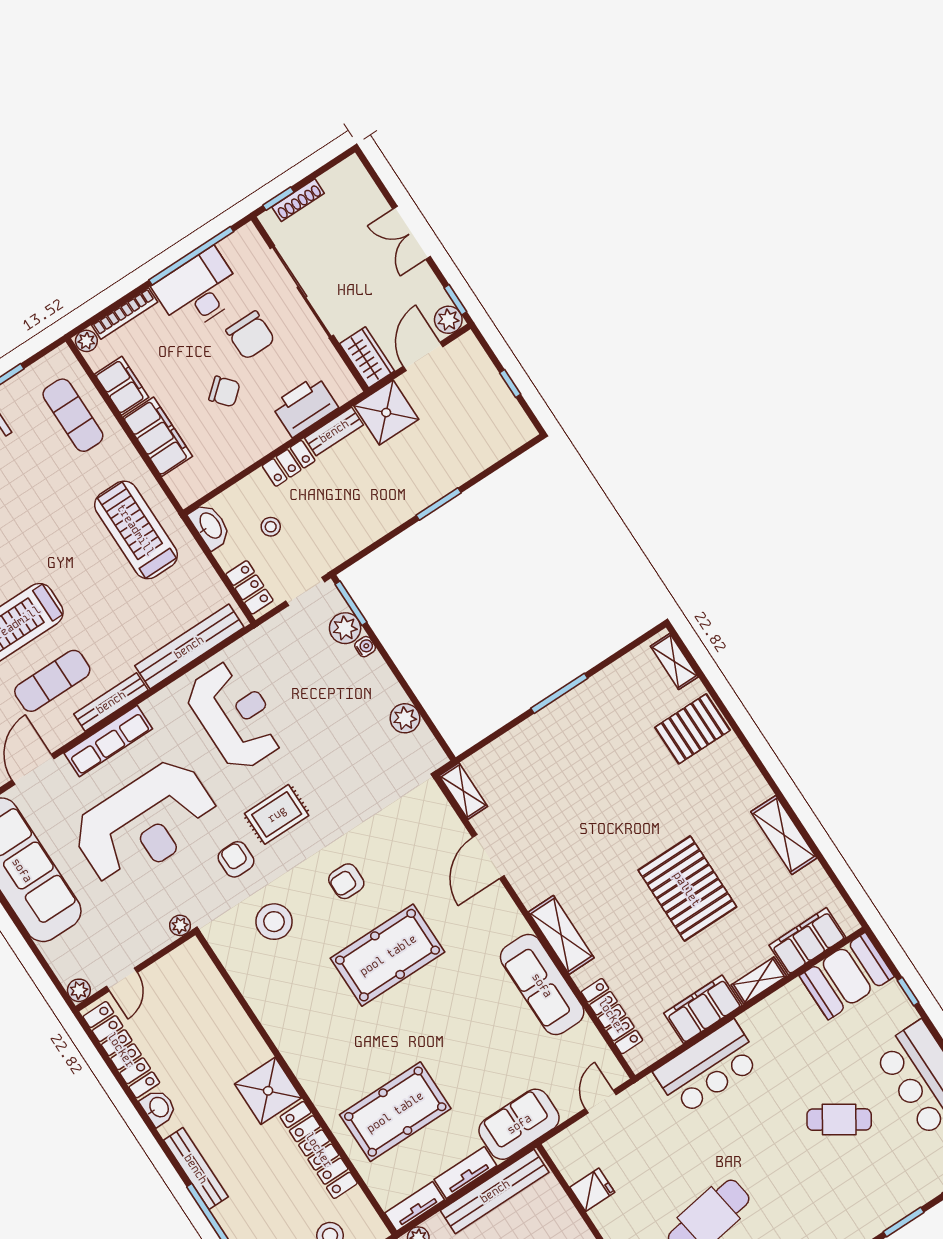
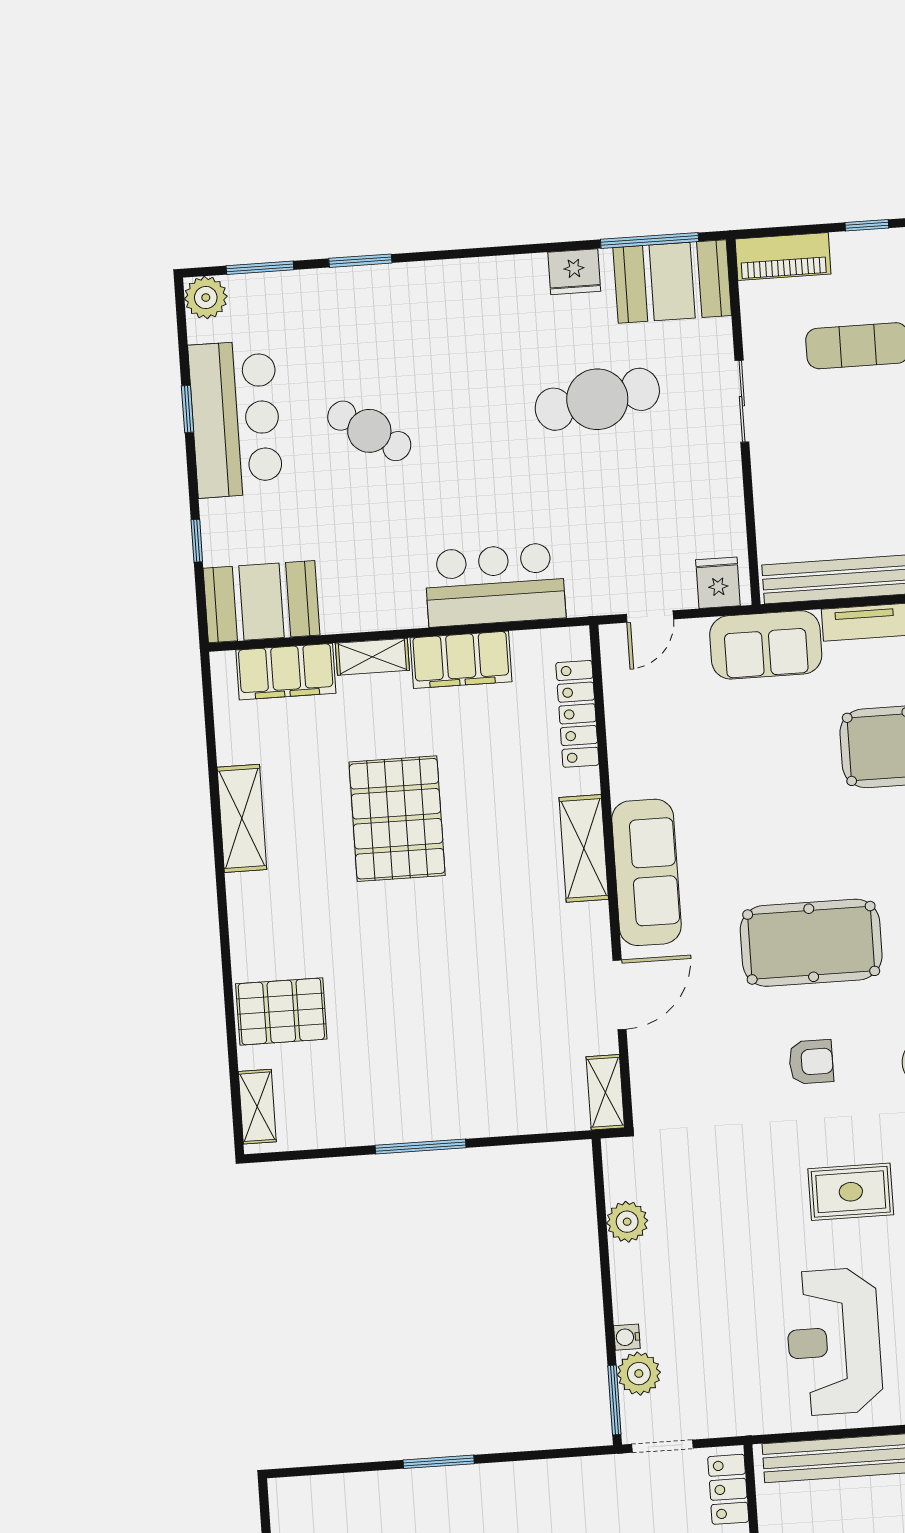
sofa: (542, 985) -> (646, 872), moved
fridge: (592, 1190) -> (718, 583), moved, turned 90

